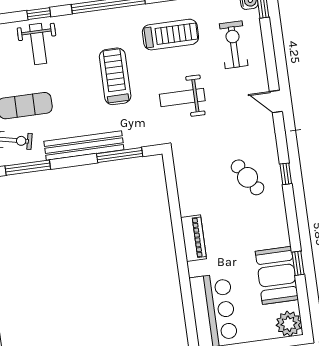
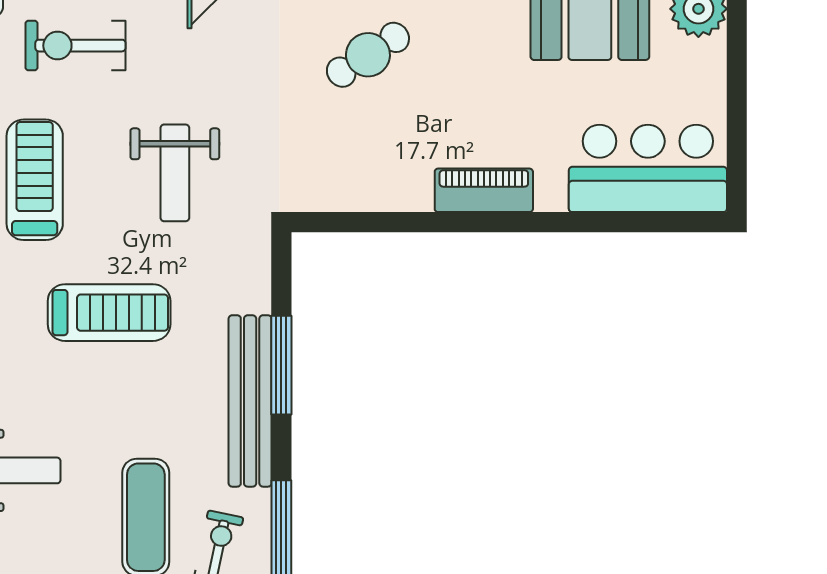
treadmill: (115, 76) -> (109, 313), turned 180
window: (120, 155) -> (281, 365), moved

